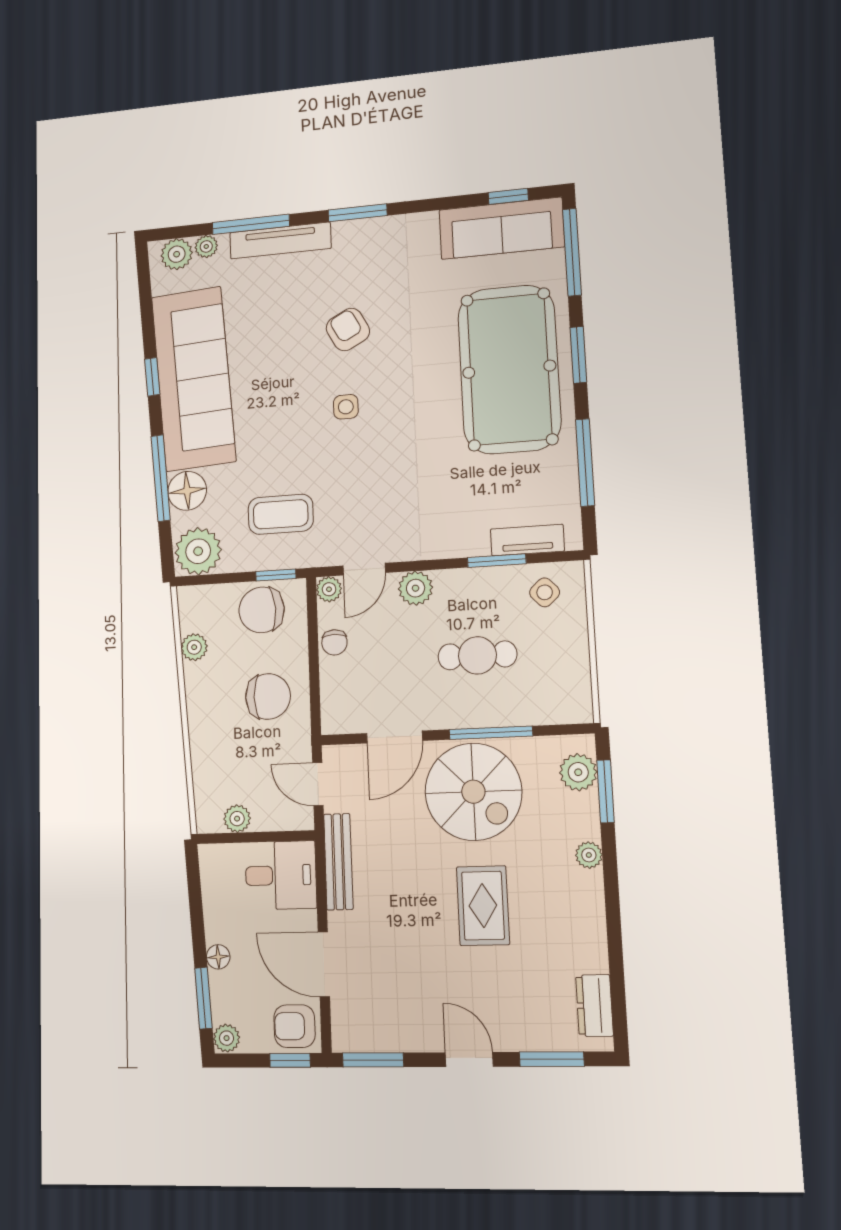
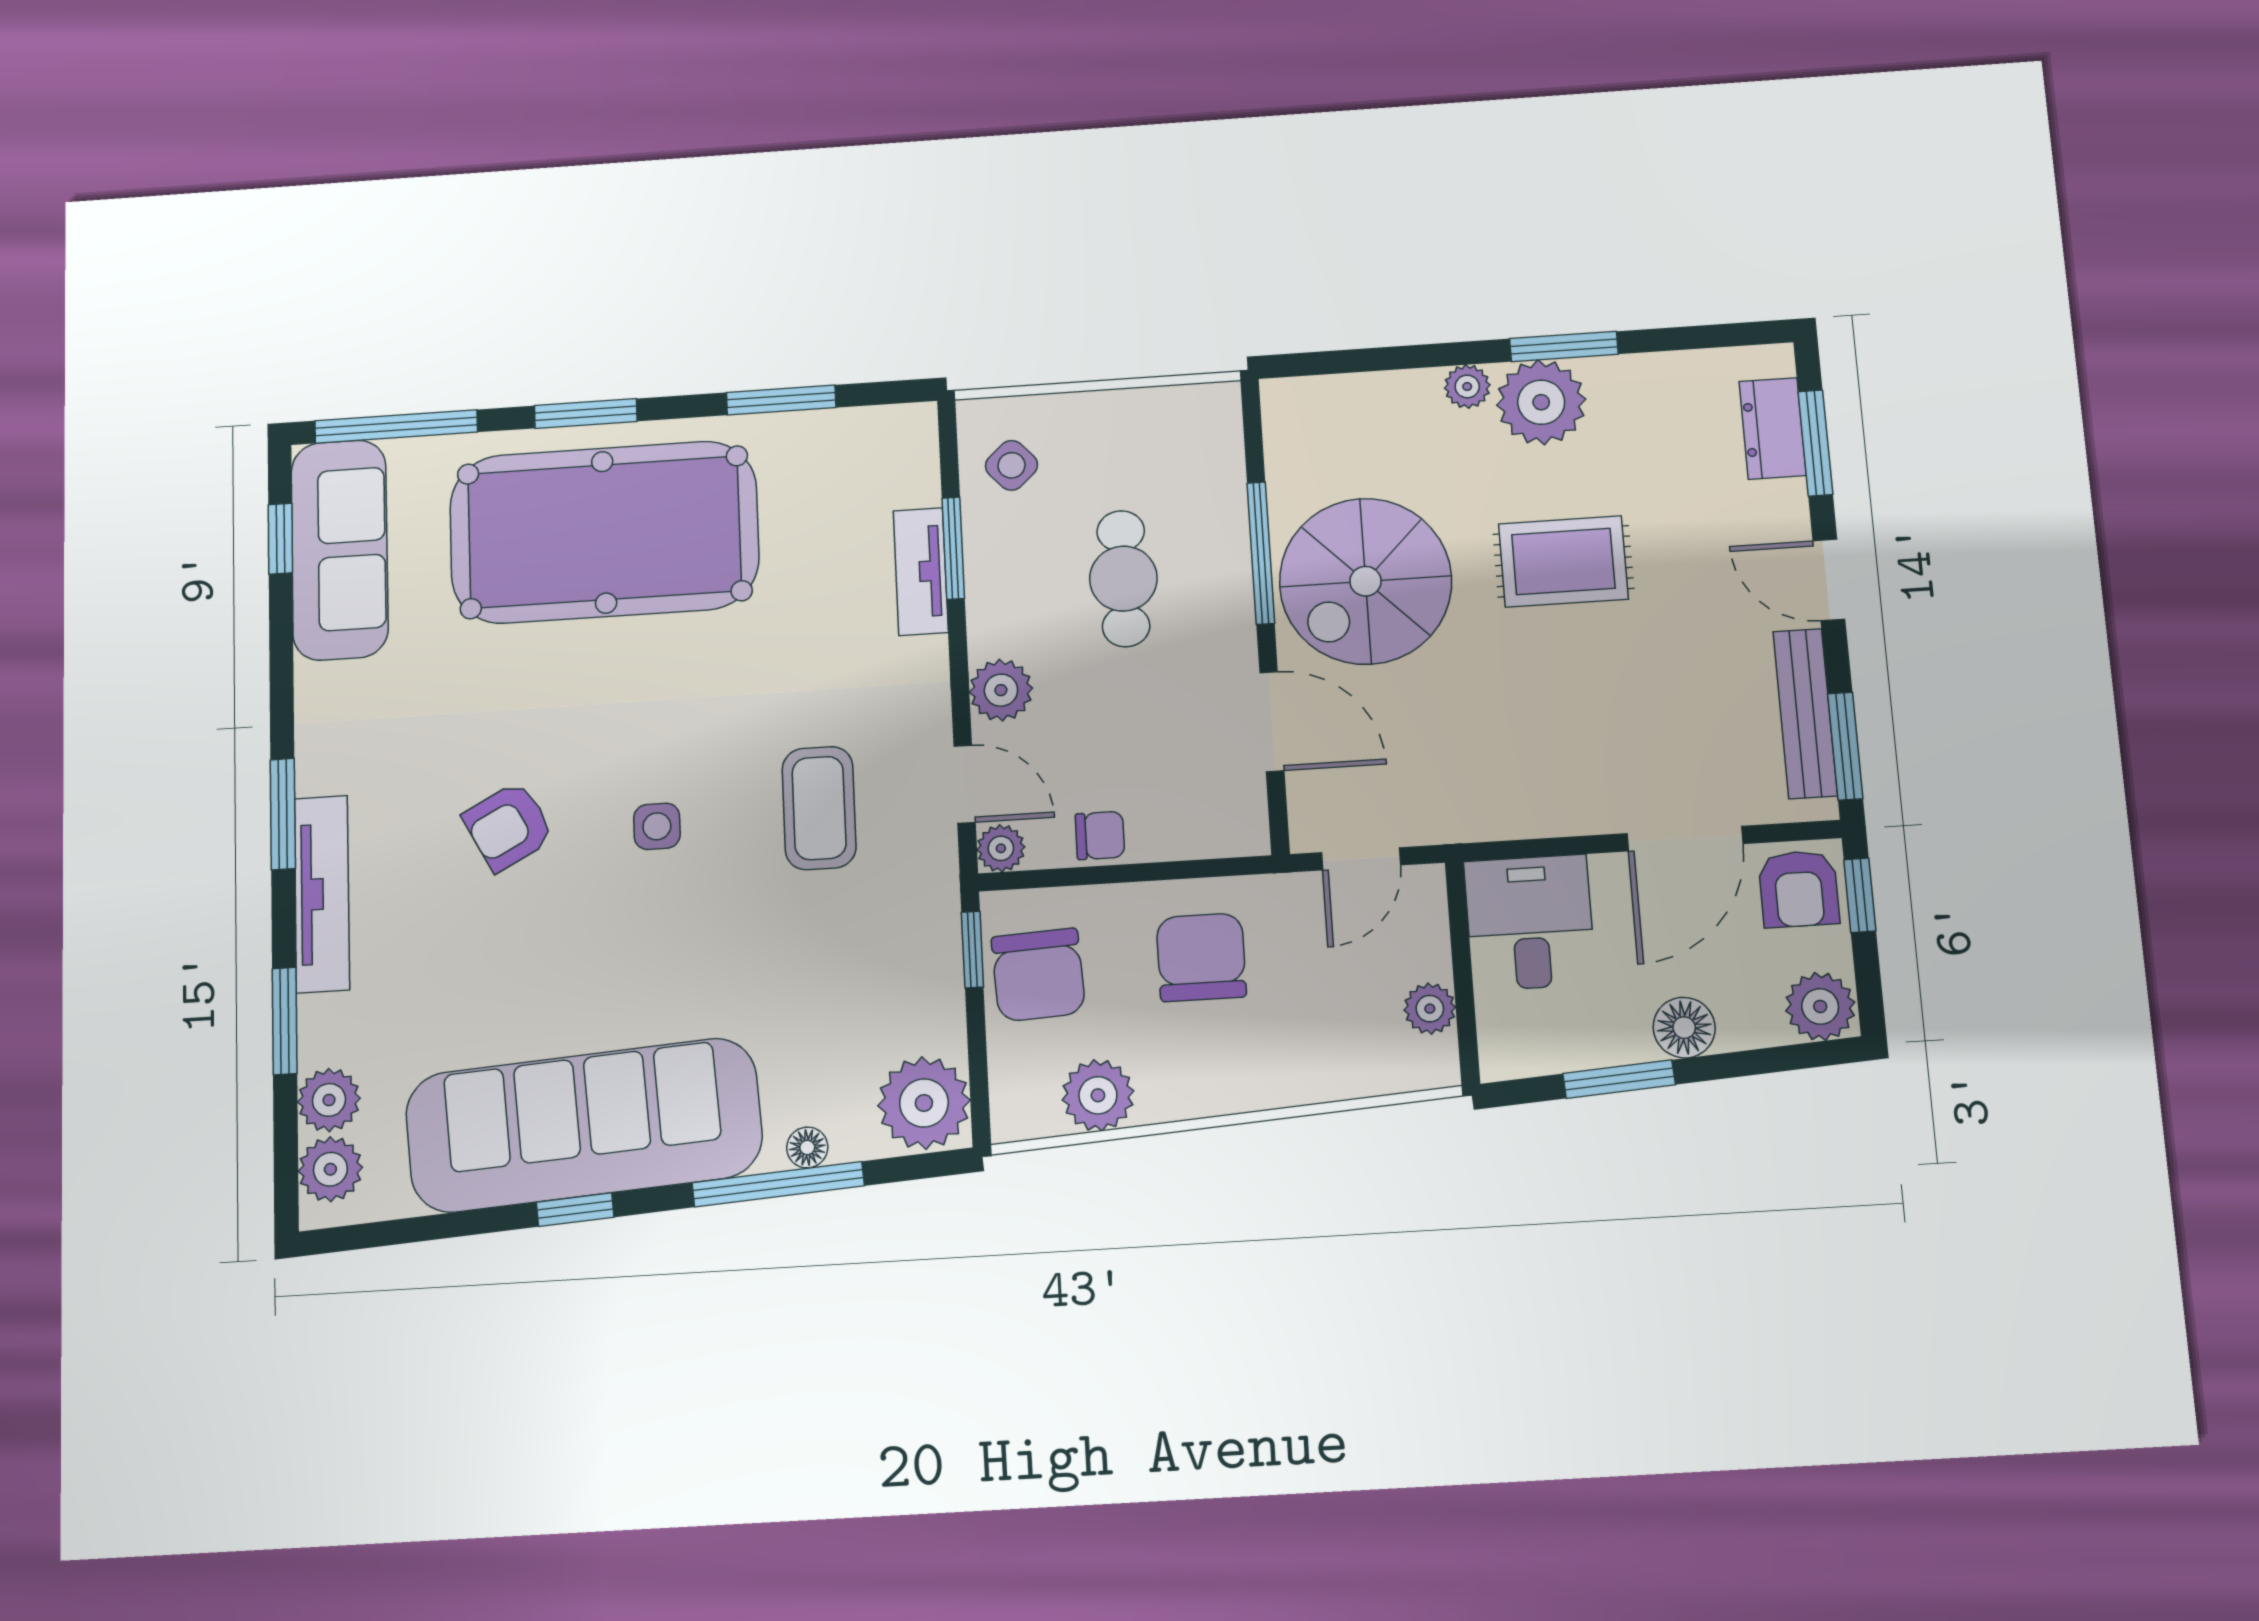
window: (251, 224) -> (285, 1021), width x0.69
tv unit: (280, 241) -> (322, 894), moved
plant: (206, 246) -> (329, 1100), width x1.38, depth x1.38
window: (585, 462) -> (781, 400), width x0.69
floor lamp: (187, 491) -> (807, 1147), width x0.53, depth x0.53
coffee table: (281, 514) -> (819, 808), moved
tv unit: (527, 540) -> (921, 572), moved
plant: (194, 647) -> (1098, 1095), width x1.38, depth x1.38
plant: (578, 772) -> (1541, 402), moved, width x1.36, depth x1.36
window: (605, 791) -> (1564, 346), moved
spiral stairs: (473, 792) -> (1365, 581), turned 180
bench: (338, 862) -> (1805, 713), moved, turned 90
floor lamp: (218, 957) -> (1684, 1028), width x1.37, depth x1.37
window: (203, 998) -> (1619, 1079), moved
dresser: (594, 1005) -> (1773, 428), moved, turned 90
plant: (227, 1038) -> (1820, 1006), width x1.38, depth x1.38
door: (469, 1059) -> (1829, 580), hinge flipped

